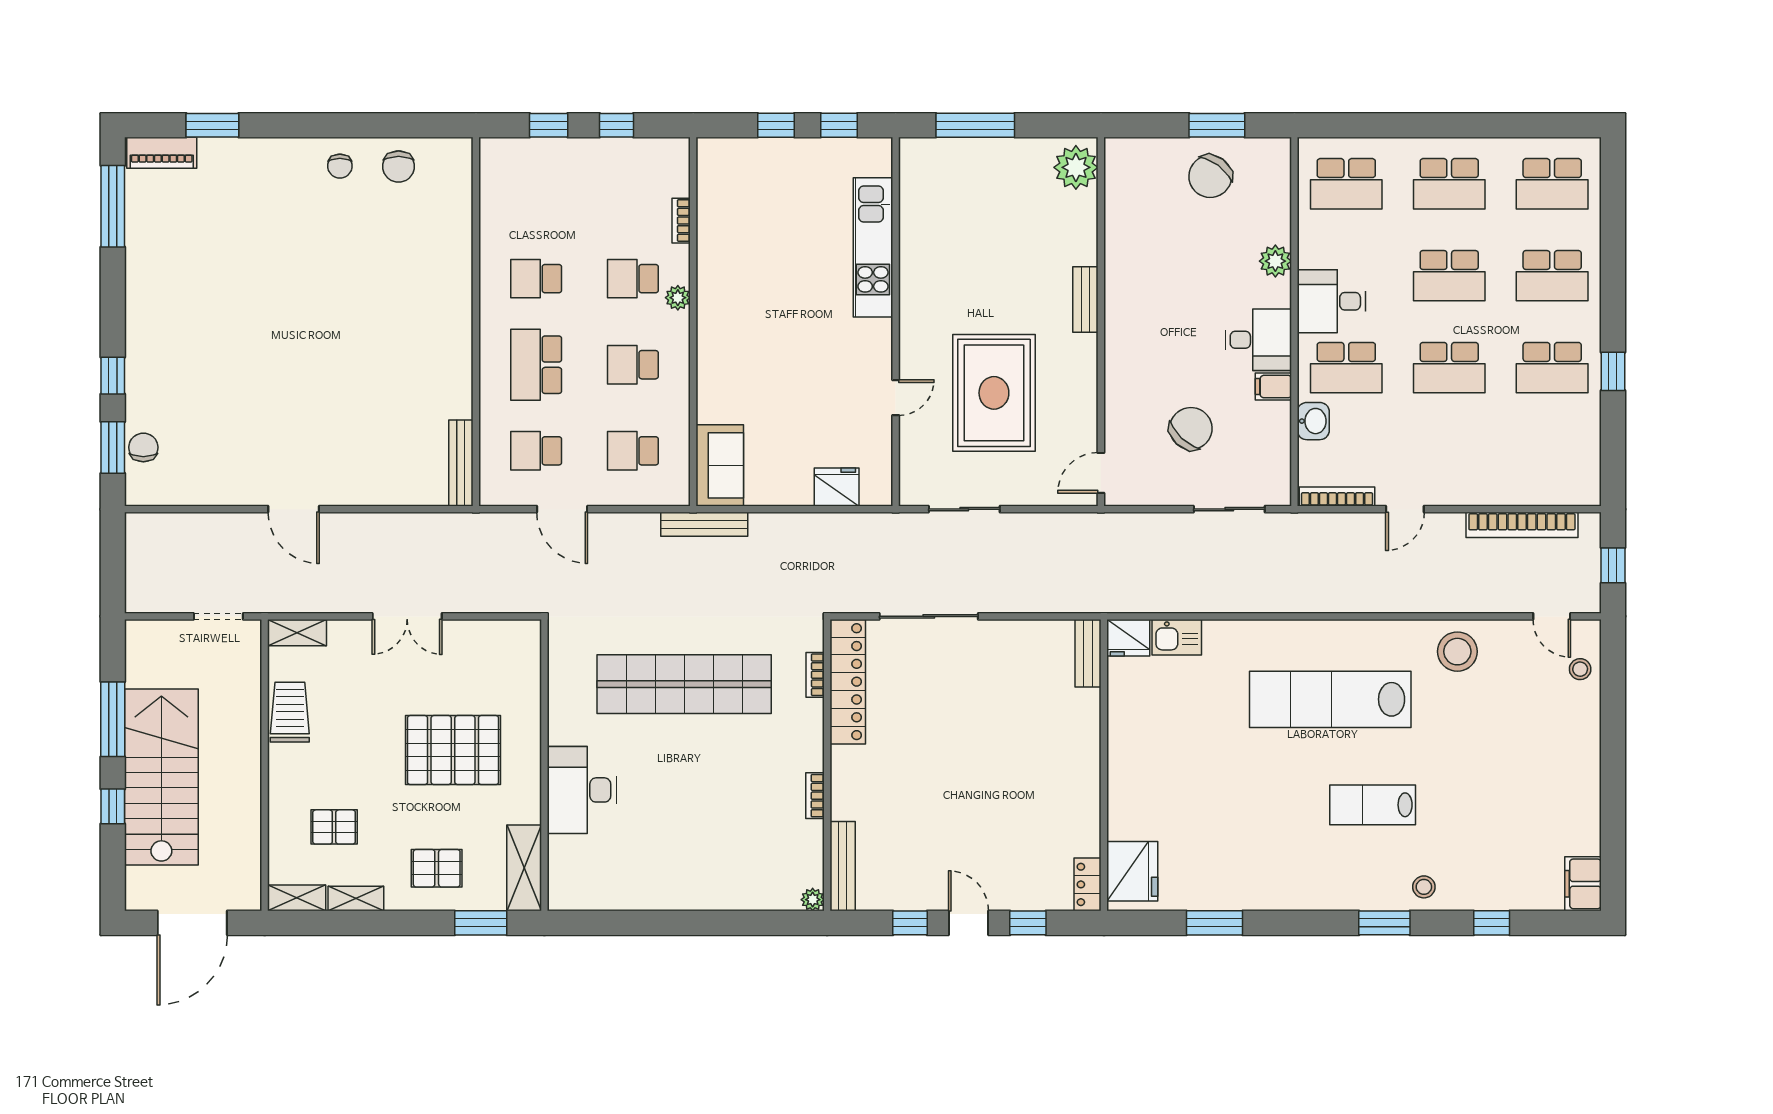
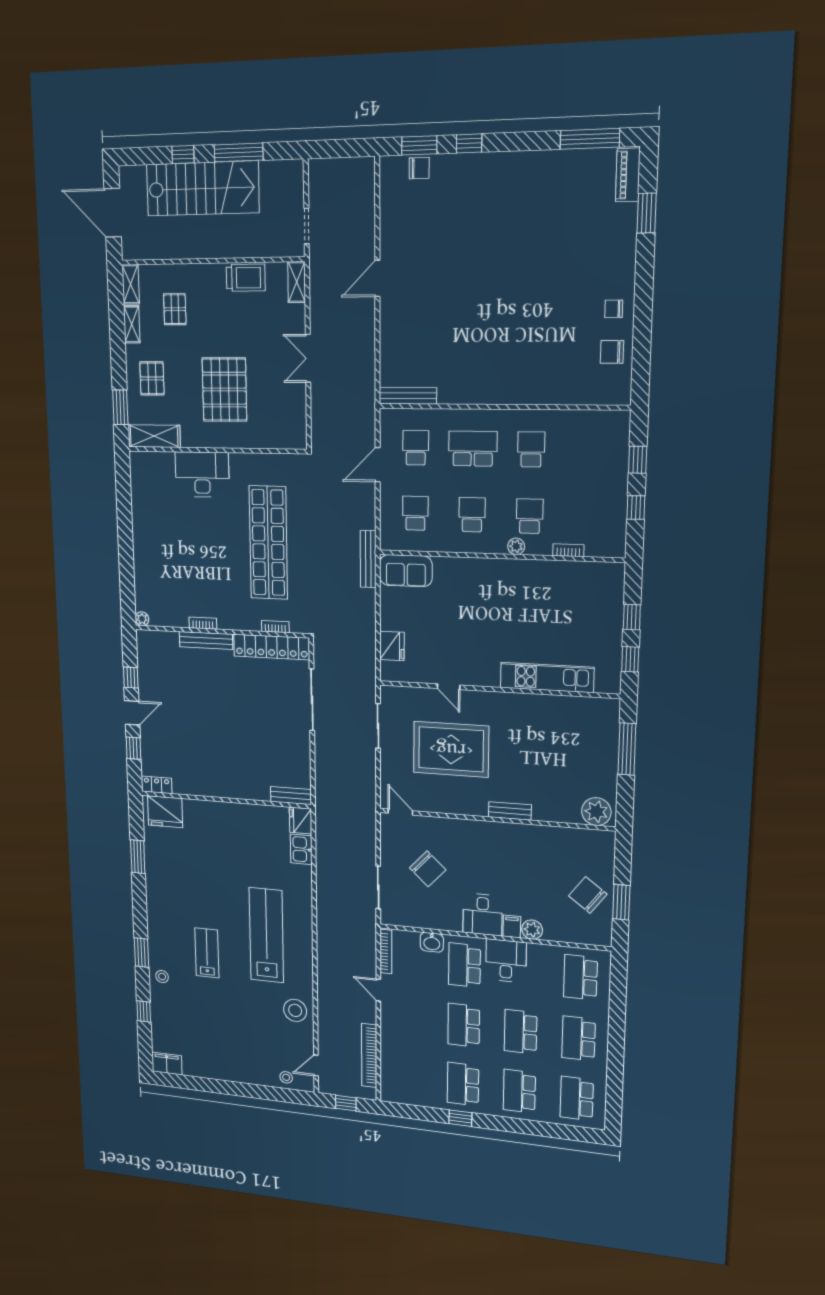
filing cabinet: (1273, 387) -> (512, 926), moved
bench: (843, 866) -> (206, 640), moved

